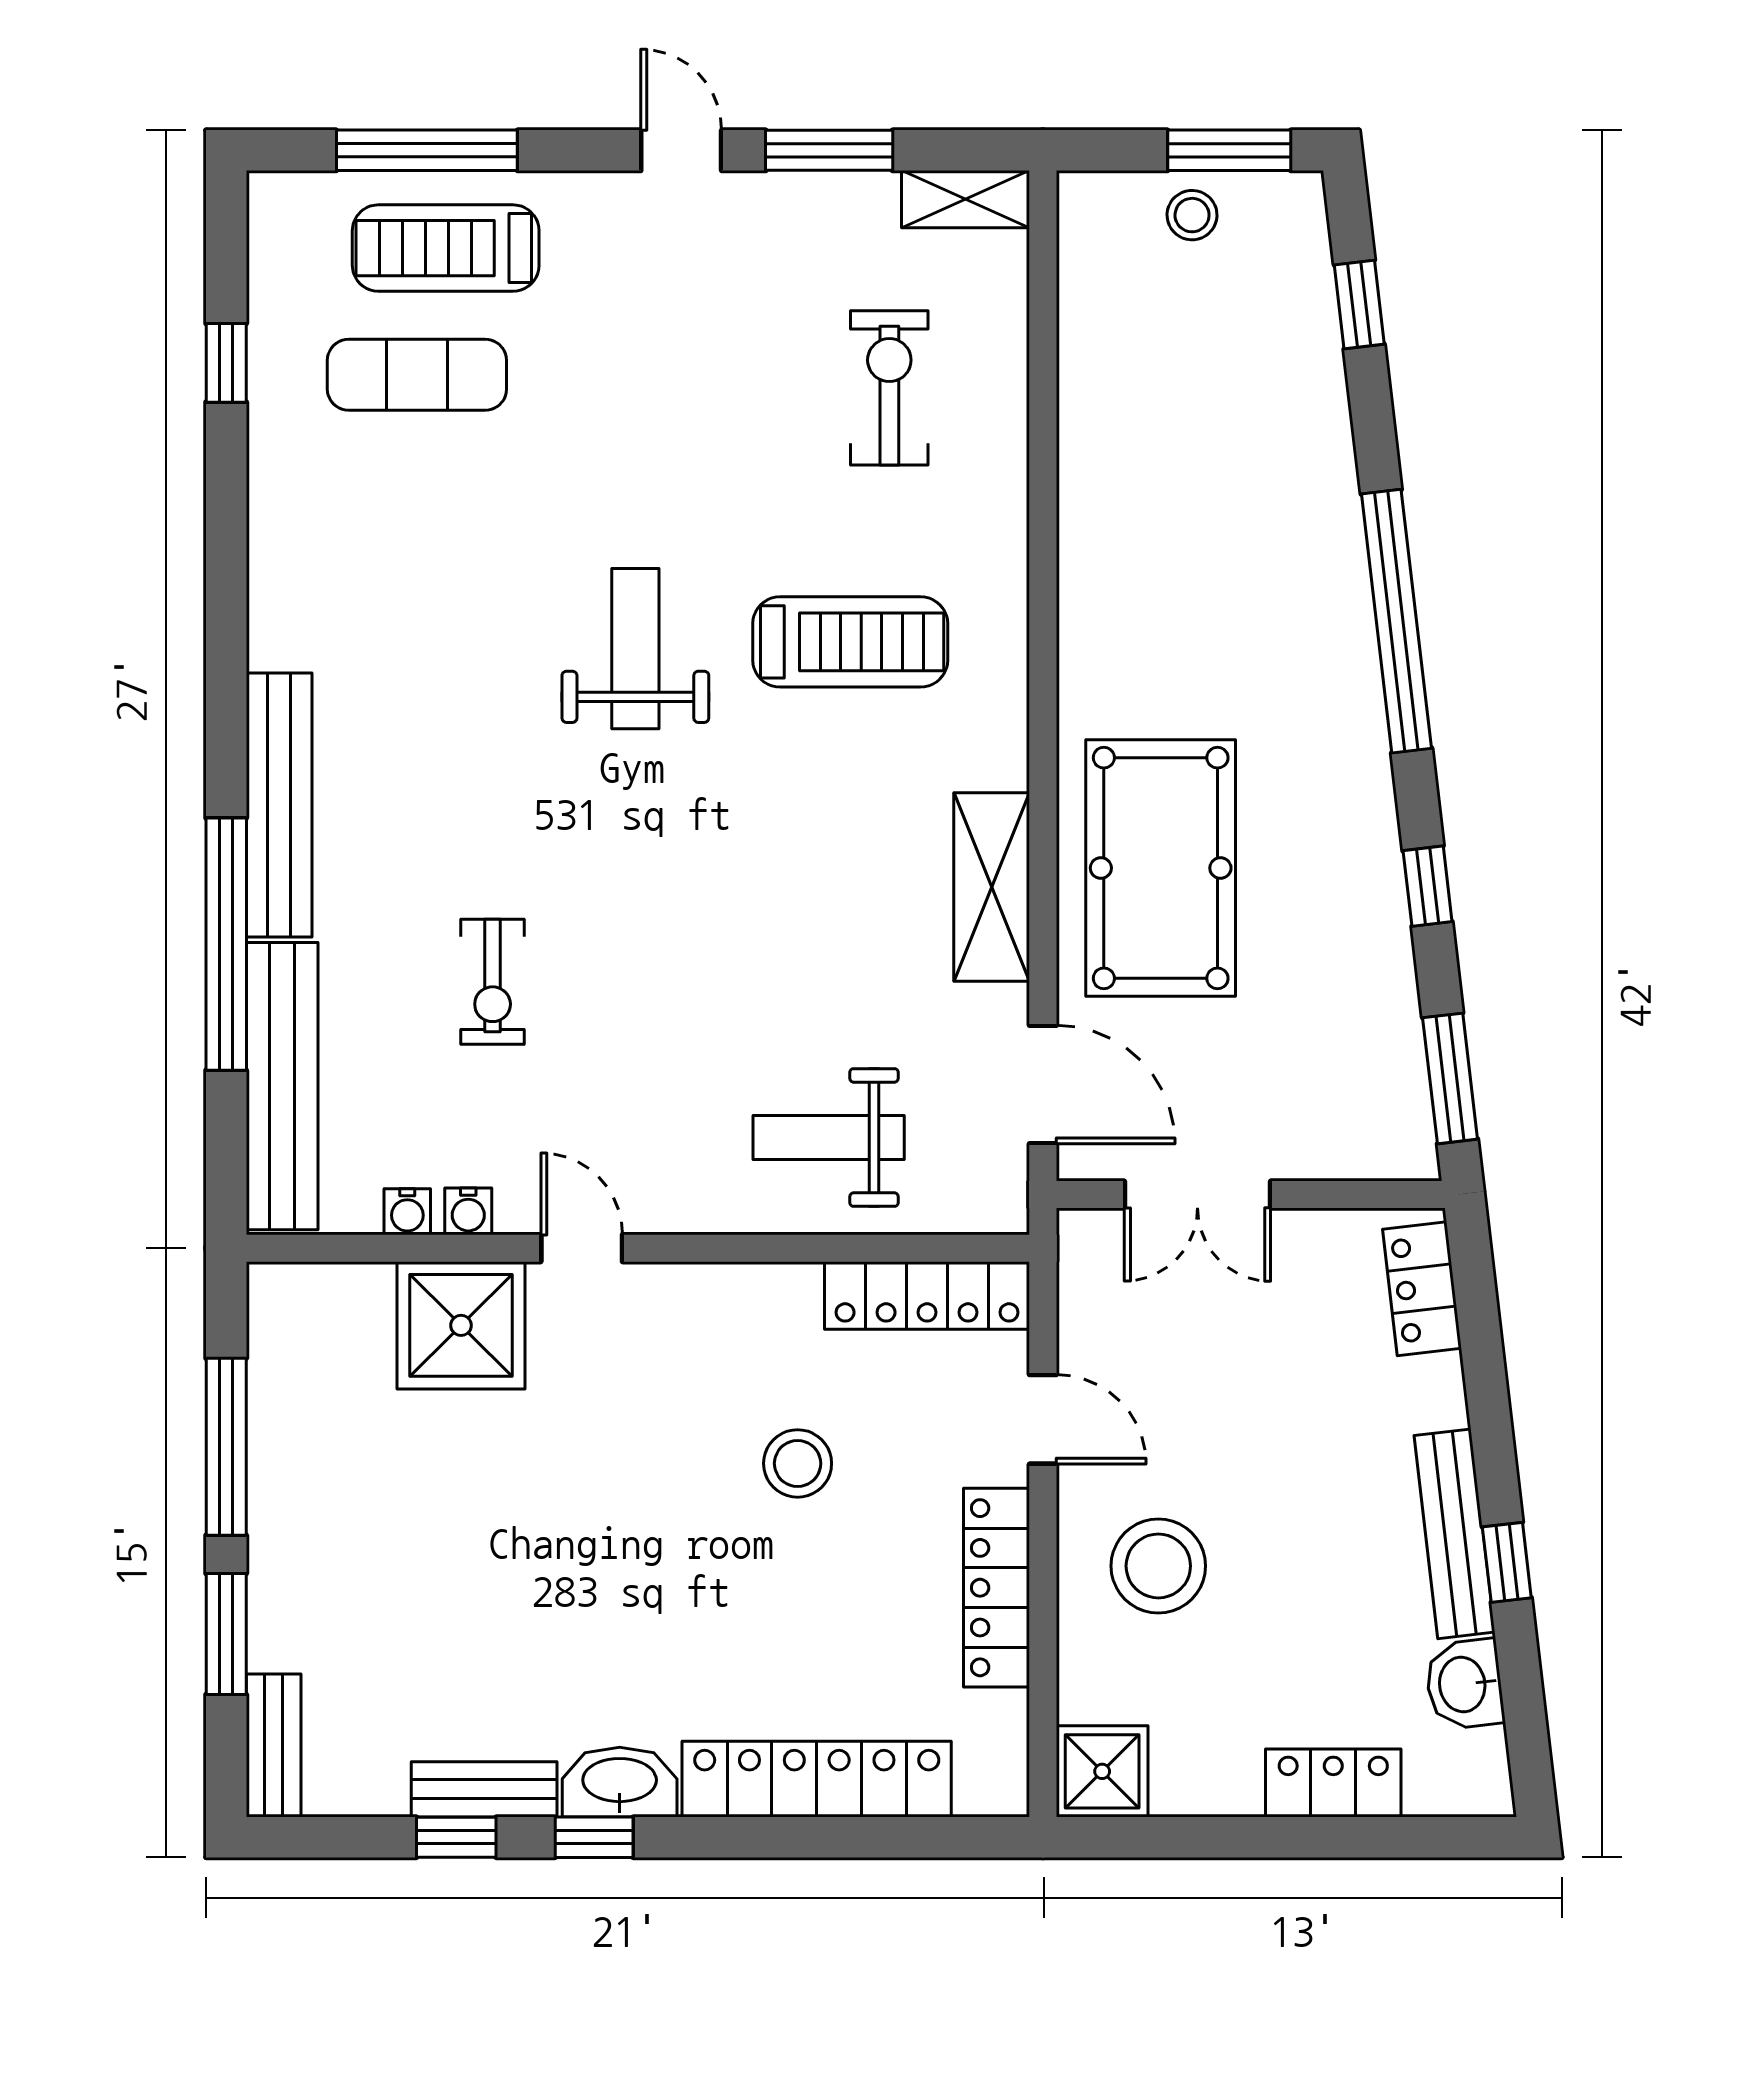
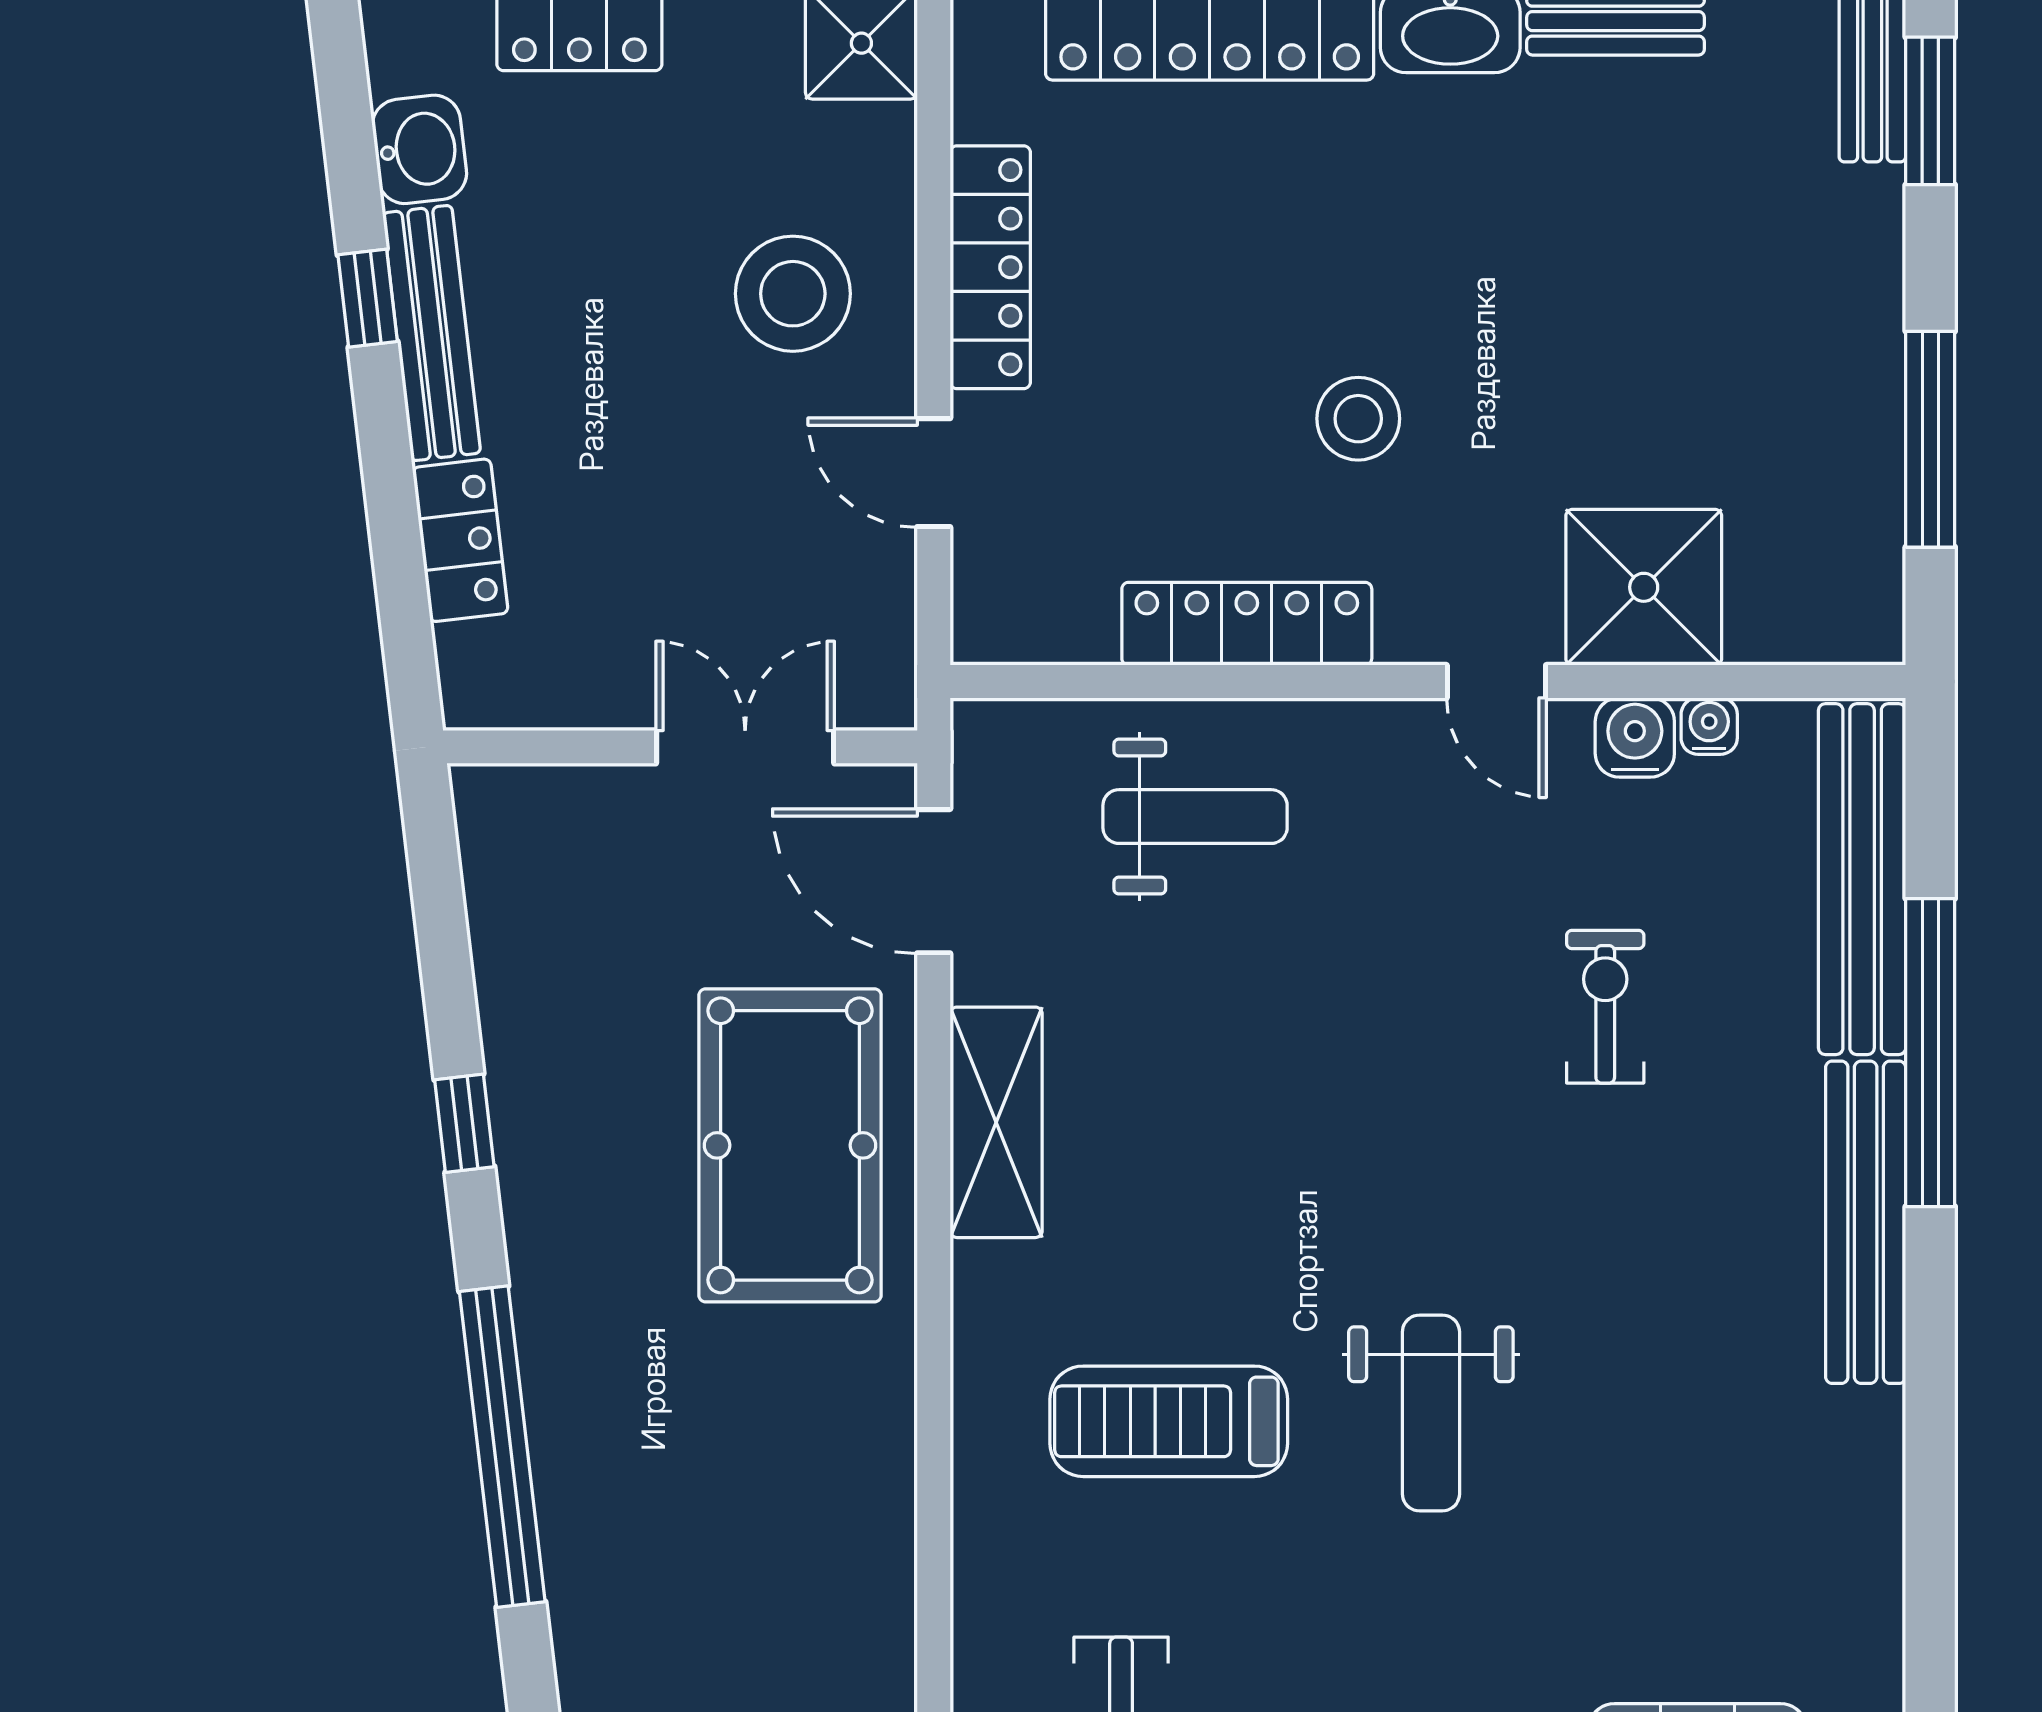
window: (1450, 1078) -> (437, 889), removed
water cooler: (468, 1211) -> (1635, 737), width x1.38, depth x1.38
locker: (1422, 1289) -> (460, 540), moved
locker: (927, 1295) -> (1247, 624), moved
stool: (798, 1463) -> (1358, 419), moved
window: (226, 1634) -> (1930, 111), moved

